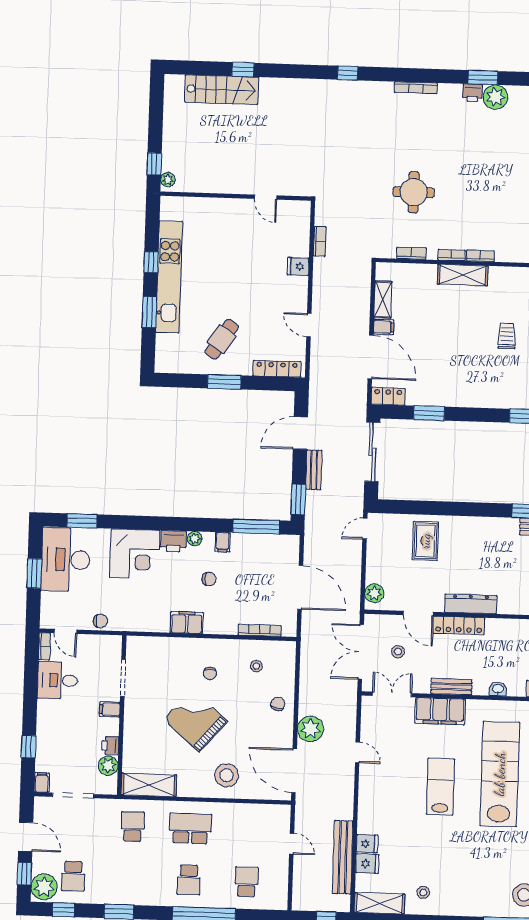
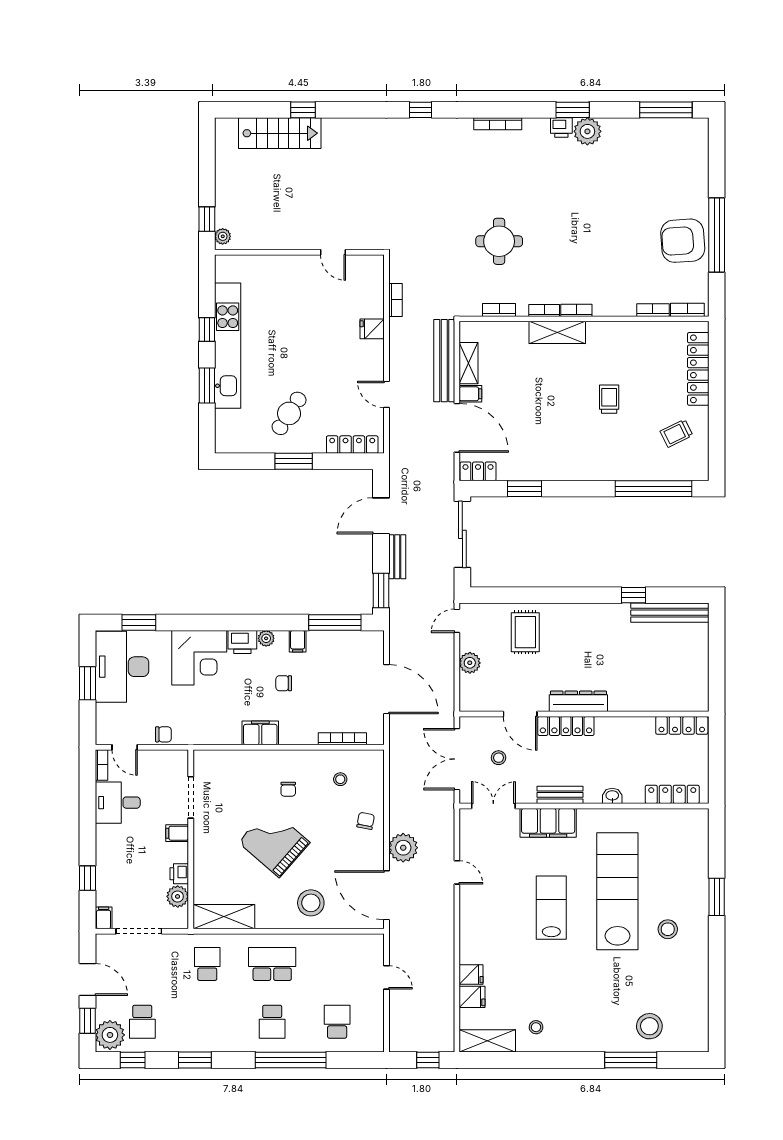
chair: (209, 579) -> (284, 683), turned 180
plant: (374, 593) -> (470, 663), moved
bench: (343, 857) -> (444, 361), moved

